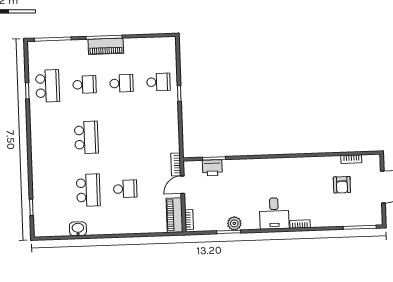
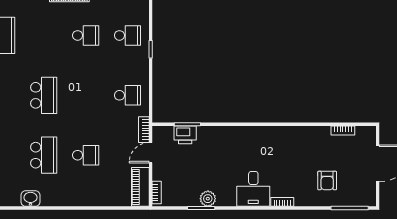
school desk: (85, 85) -> (127, 95), moved
armchair: (342, 185) -> (327, 181), moved

